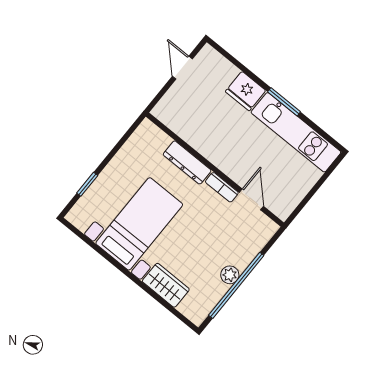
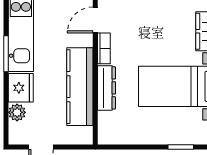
plant: (228, 71) -> (17, 112), added
kitchen counter: (206, 141) -> (80, 87), added

